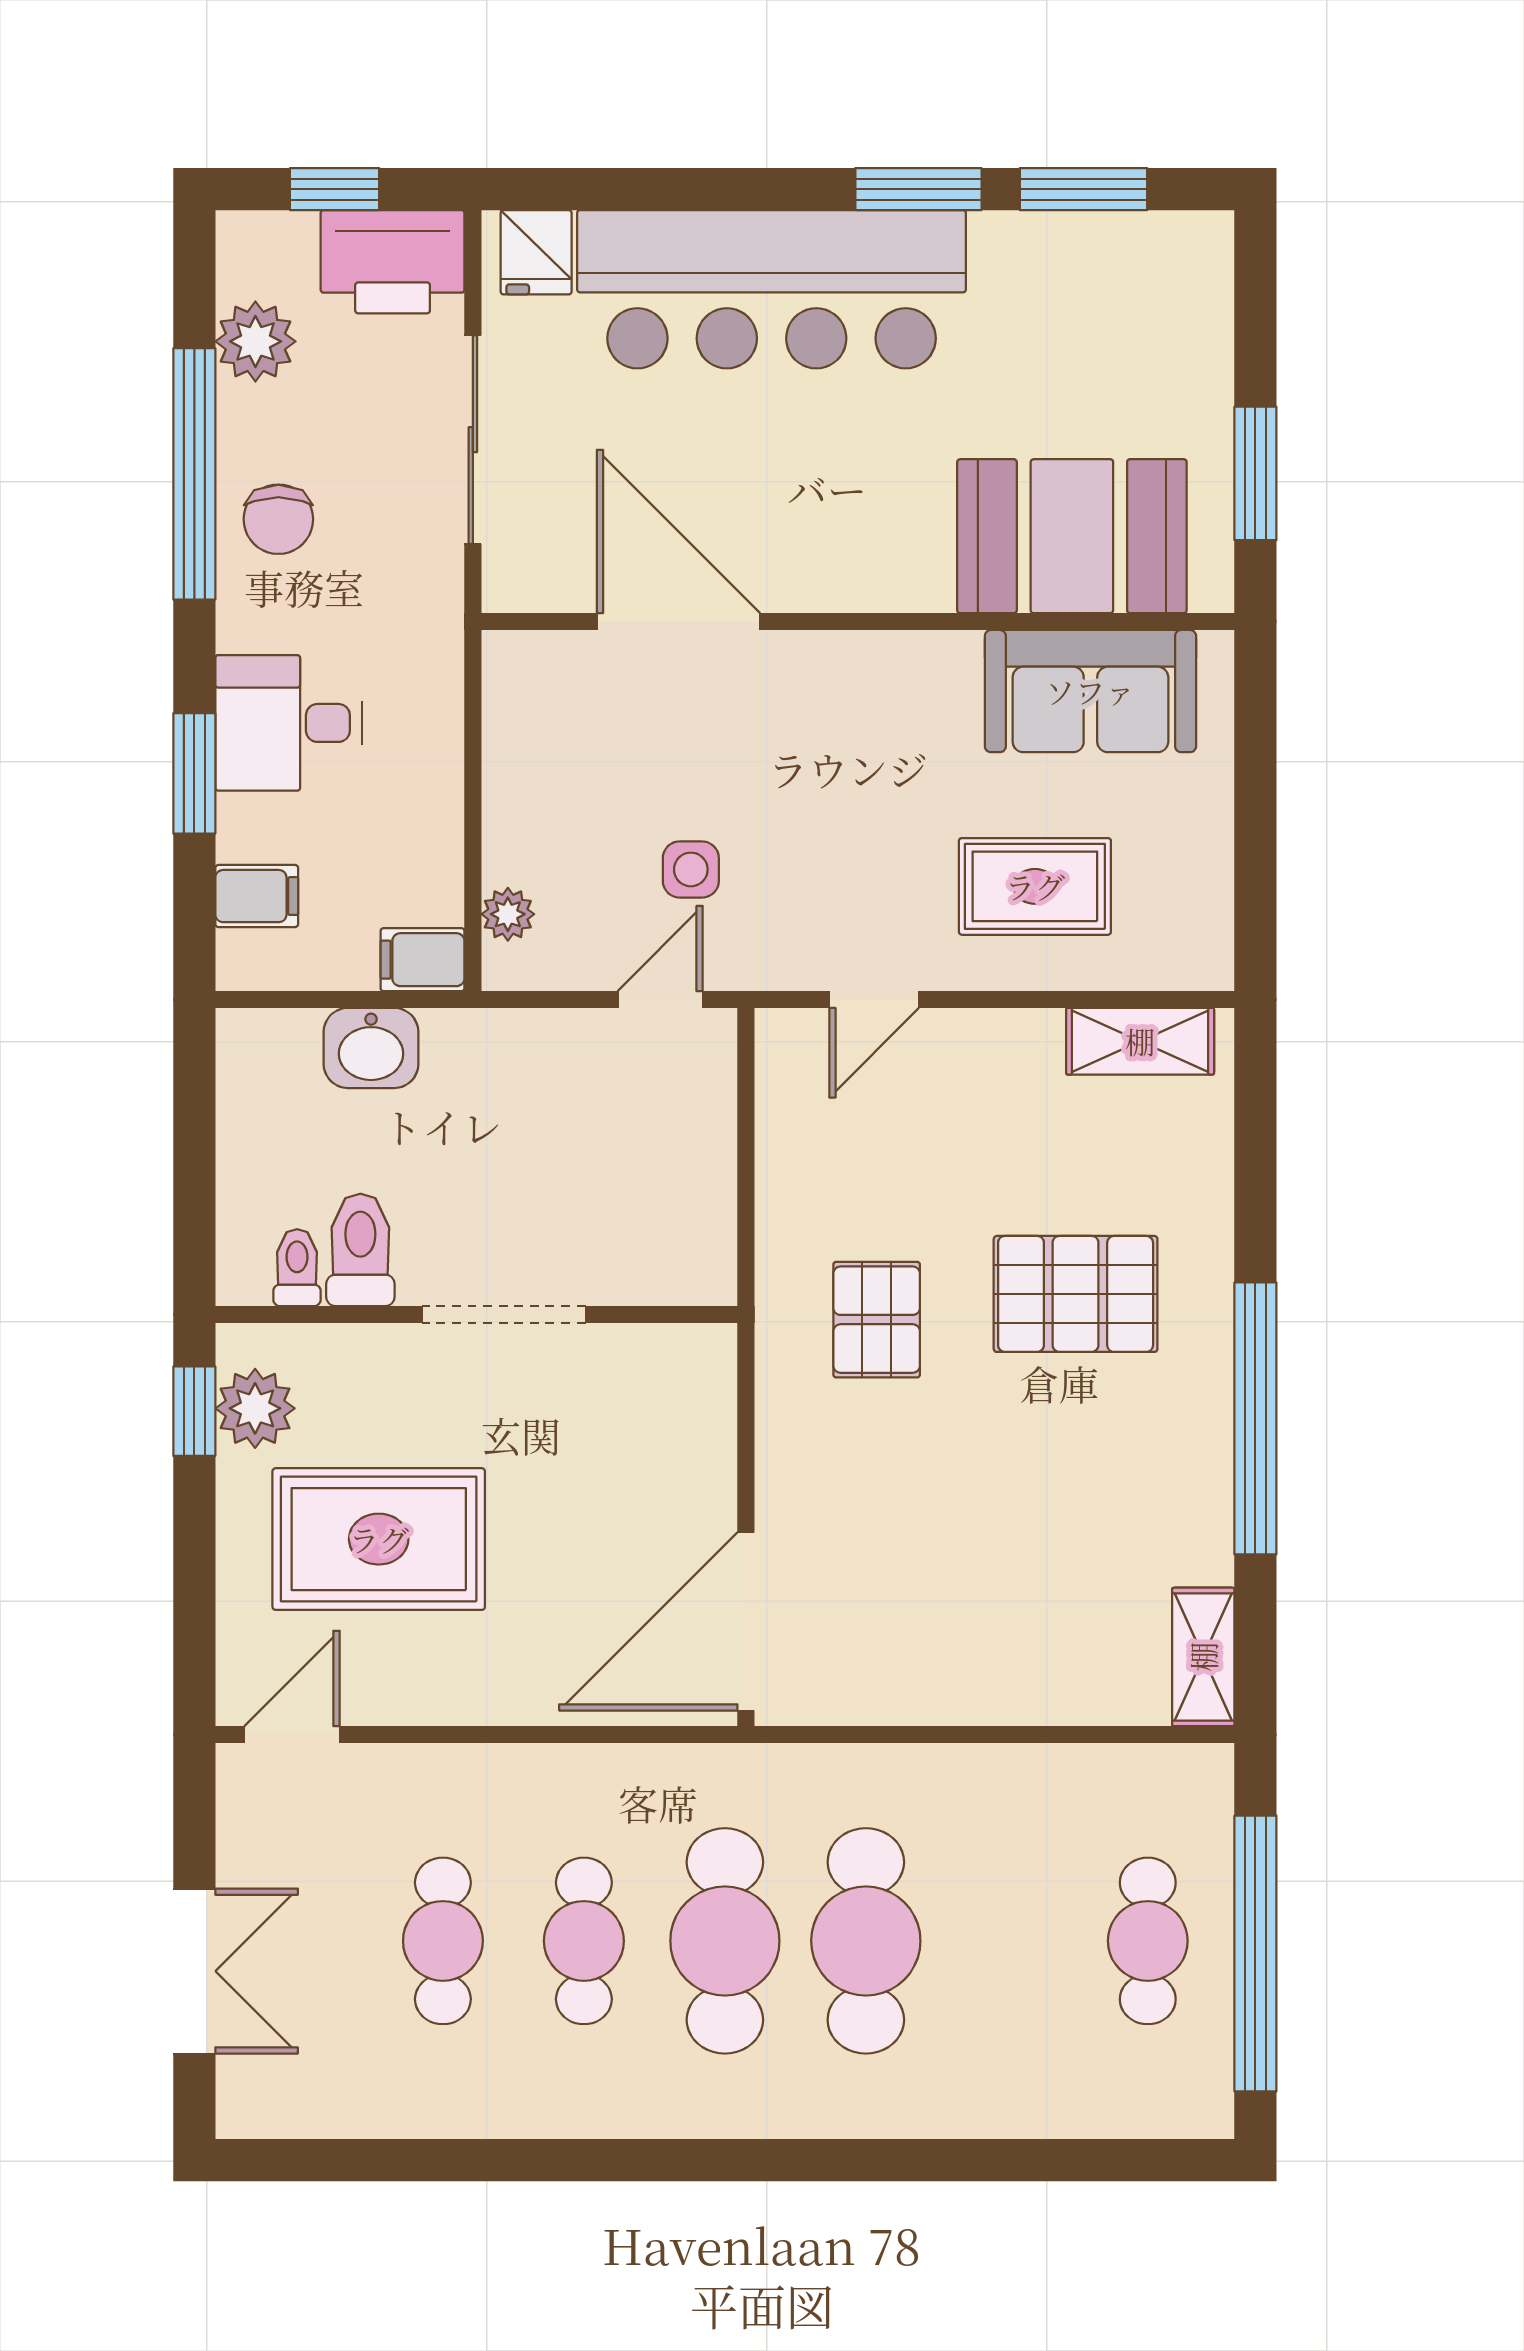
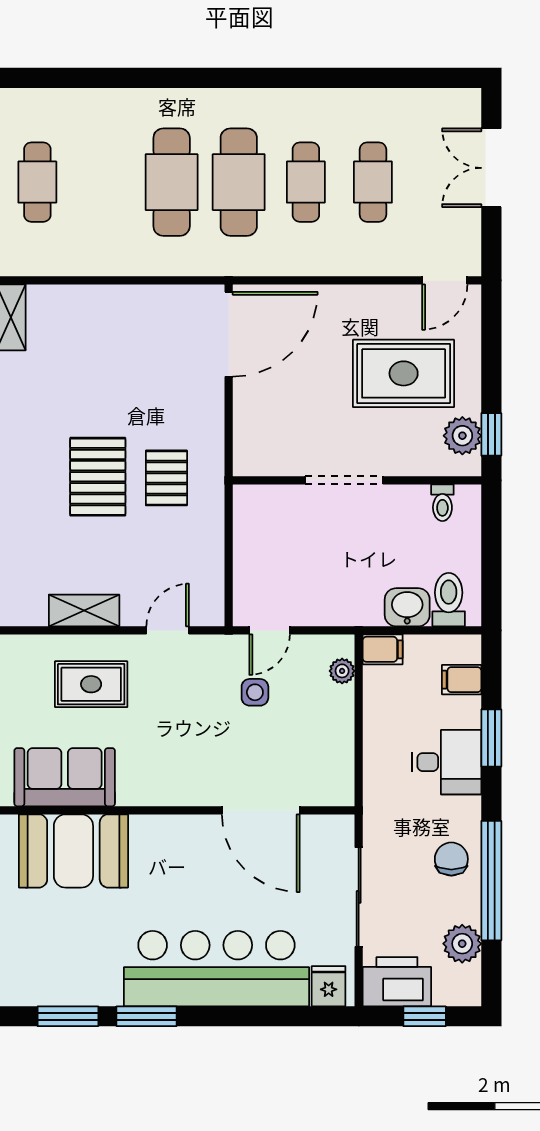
shelving: (1140, 1041) -> (84, 610), moved
toilet: (360, 1250) -> (449, 600), moved, turned 180
pallet: (1076, 1294) -> (98, 477), moved, turned 90

